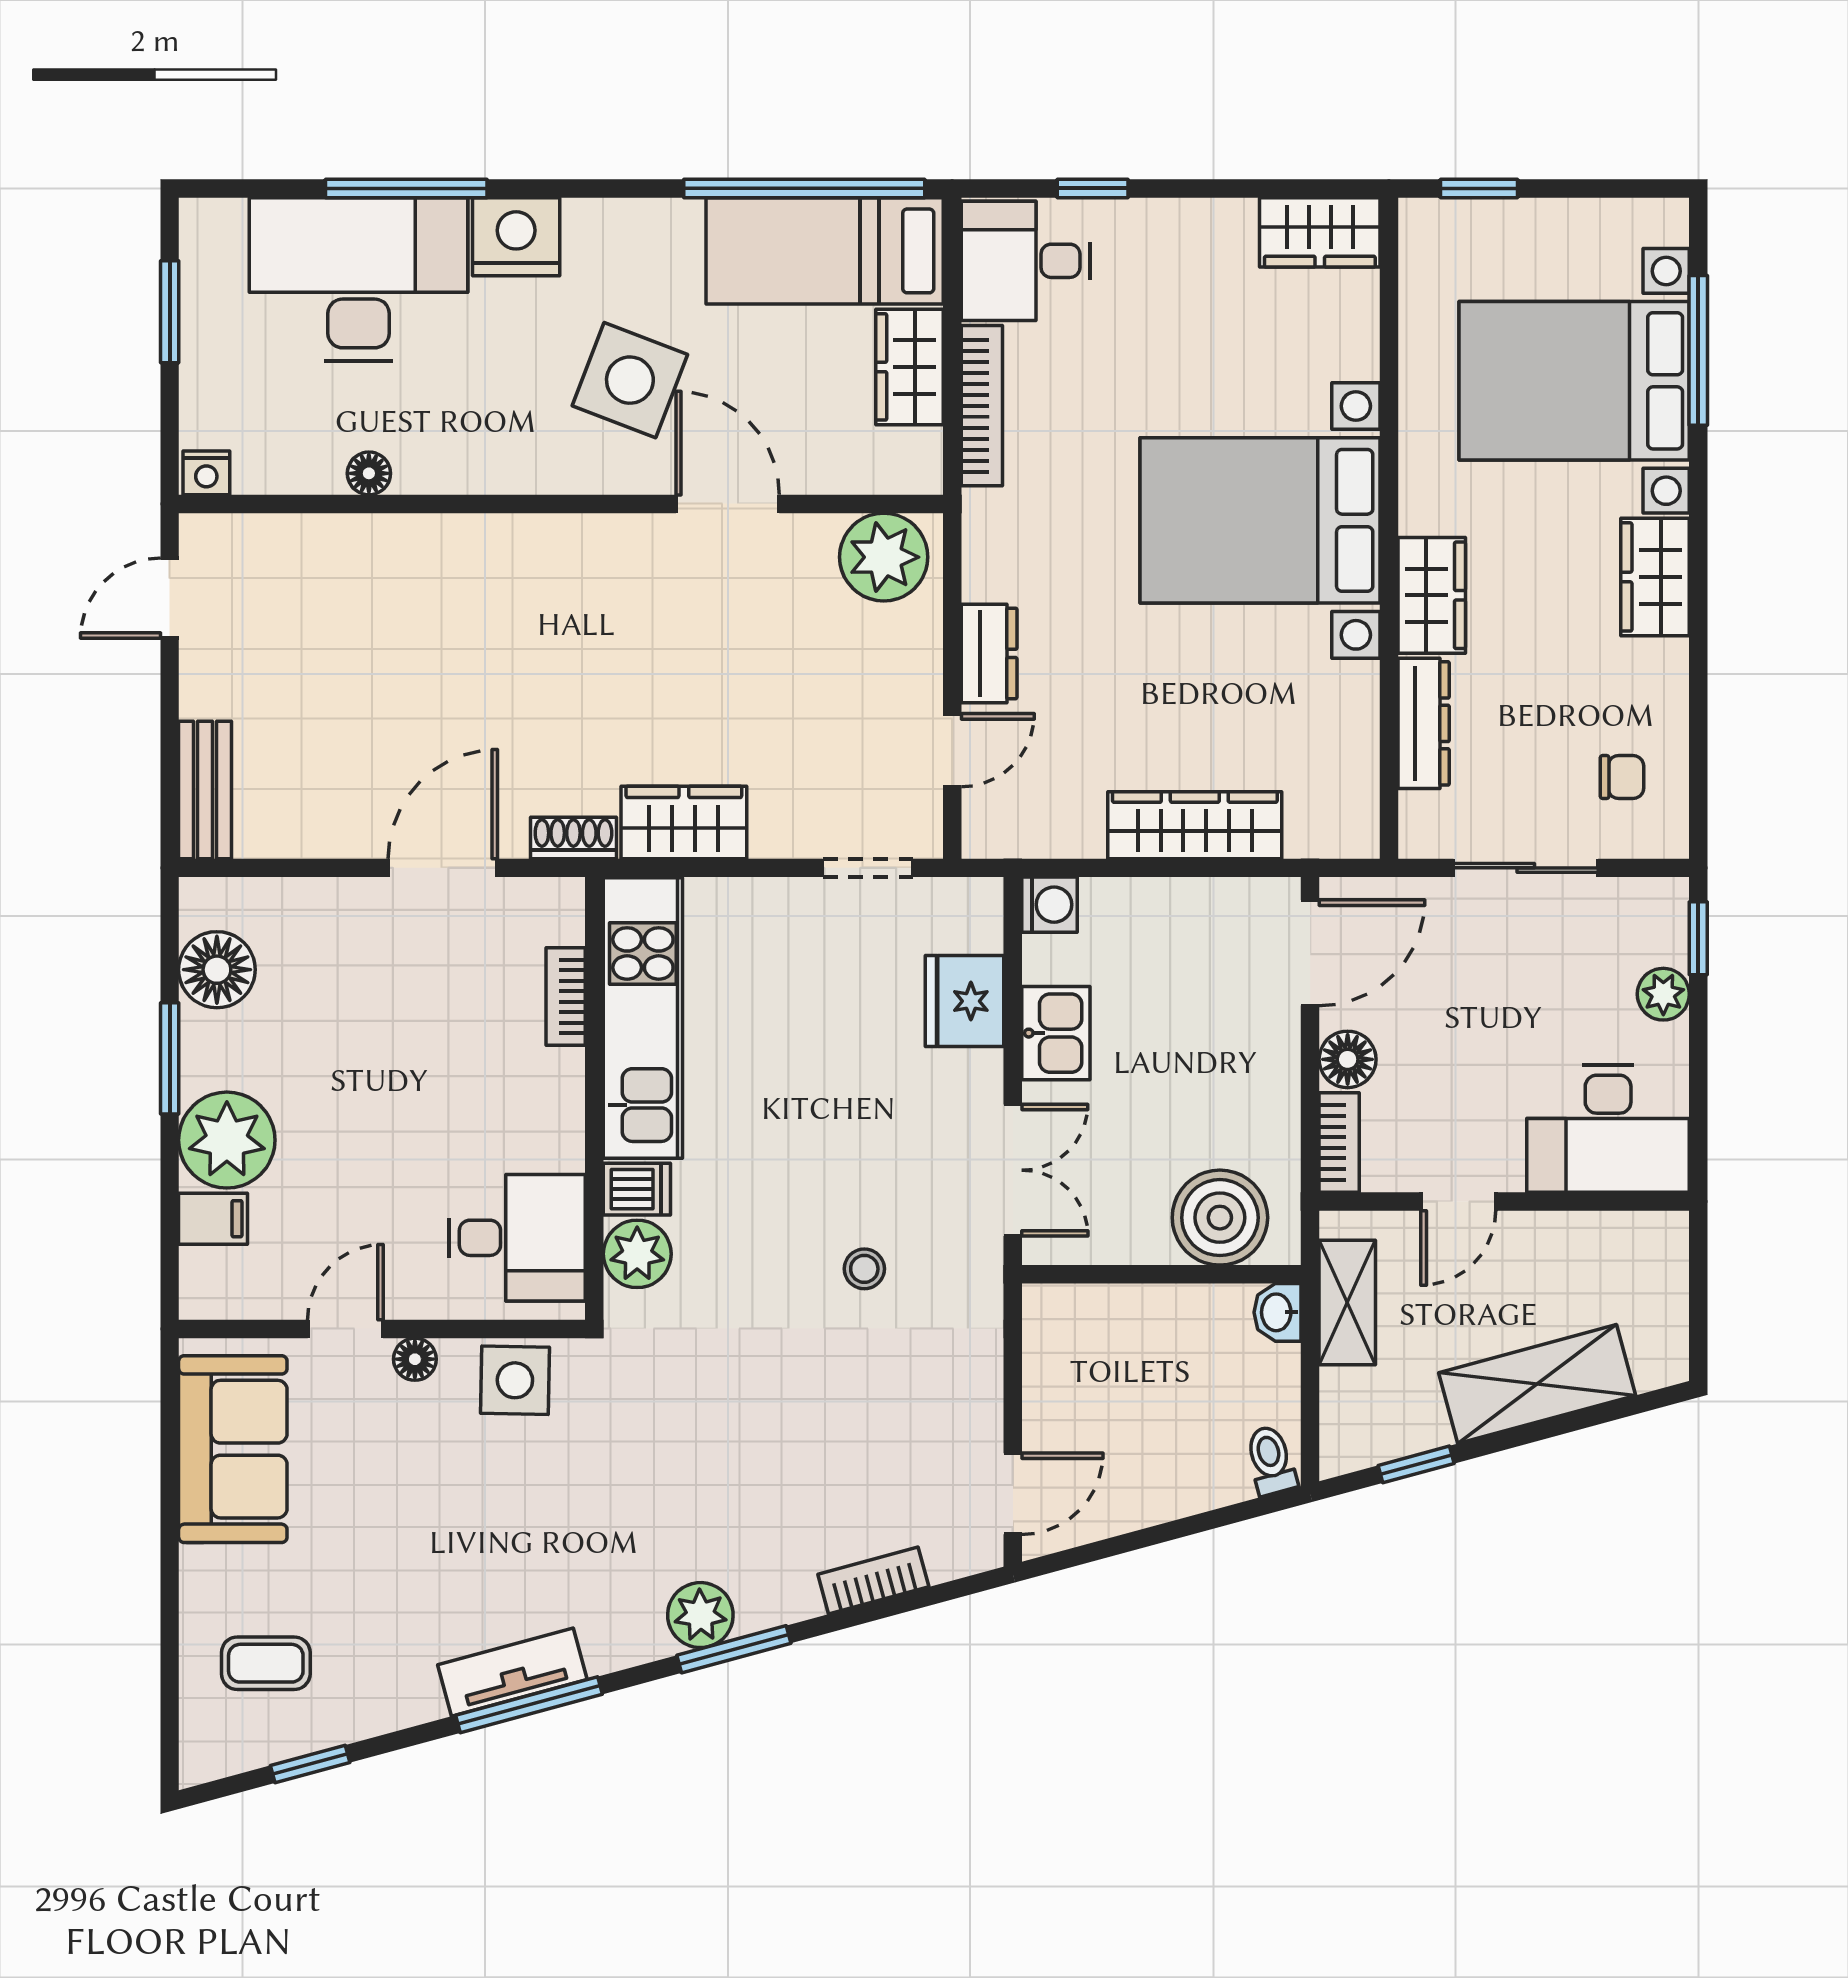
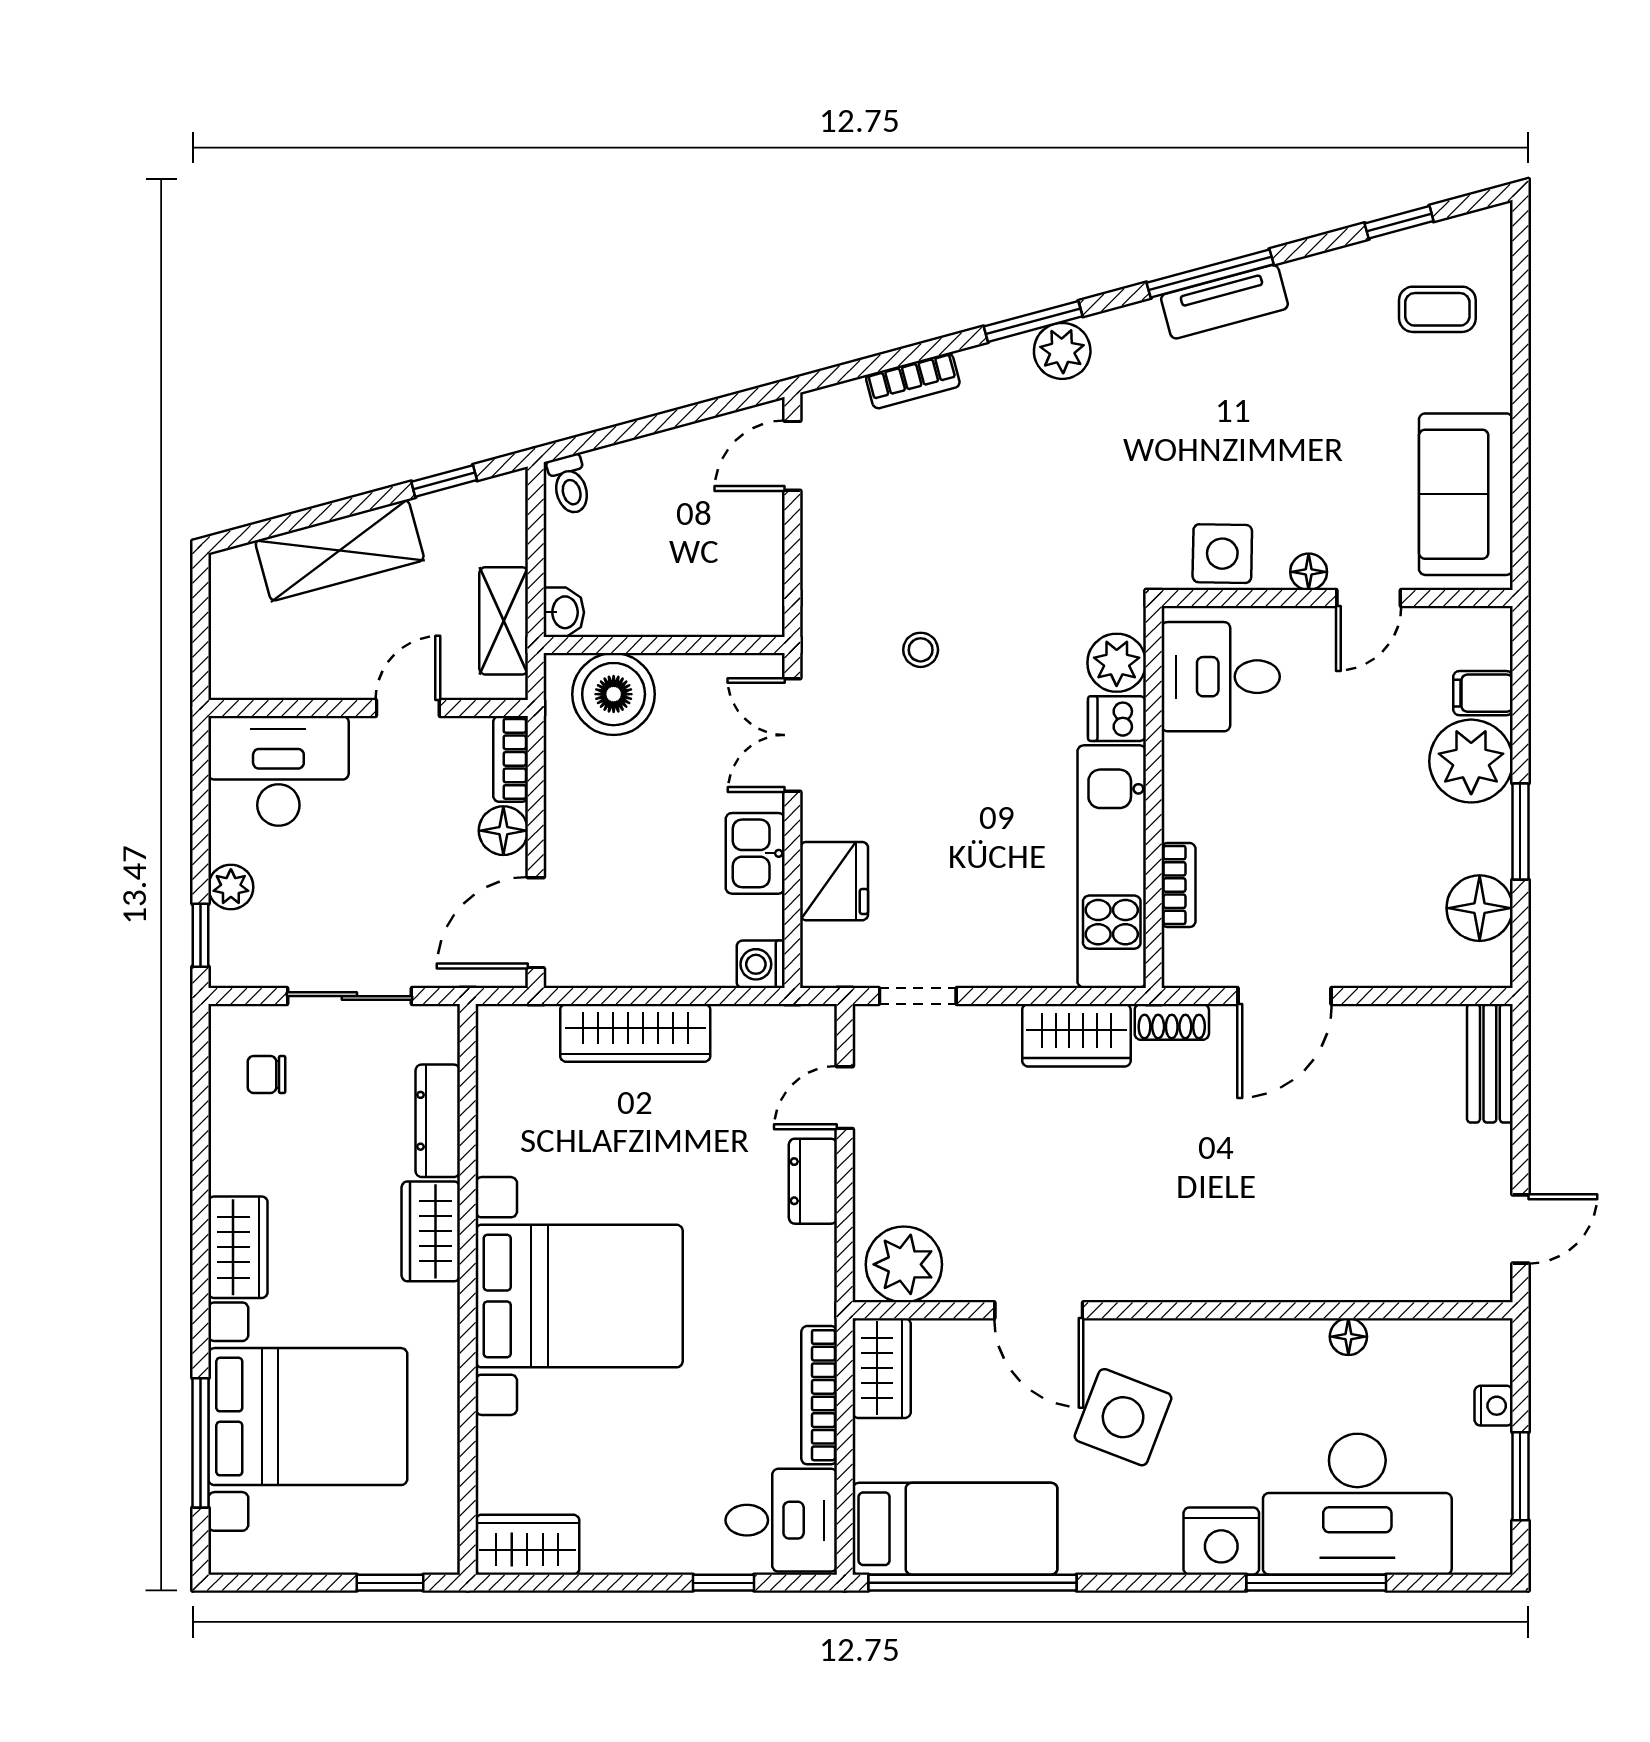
wardrobe: (910, 367) -> (882, 1368), moved
nightstand: (206, 473) -> (1494, 1406), moved, turned 90

